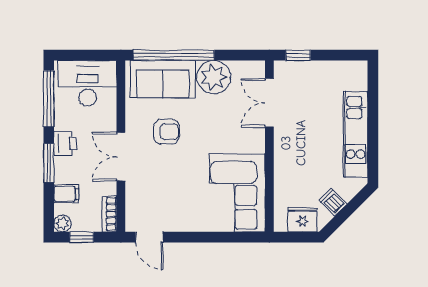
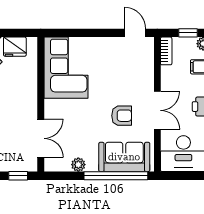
plant: (214, 77) -> (78, 165), width x0.53, depth x0.53
armchair: (166, 132) -> (122, 116), turned 180
double door: (121, 157) -> (157, 110), moved

